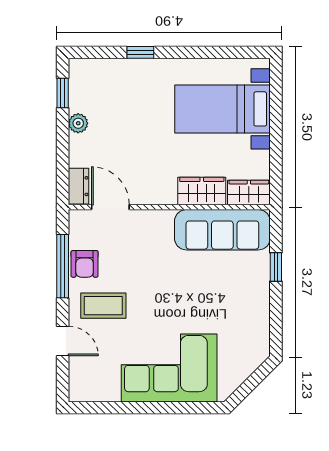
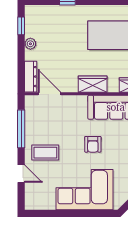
dresser: (79, 186) -> (31, 77), width x1.44
wardrobe: (202, 191) -> (93, 84), moved
armchair: (85, 264) -> (93, 144), moved

